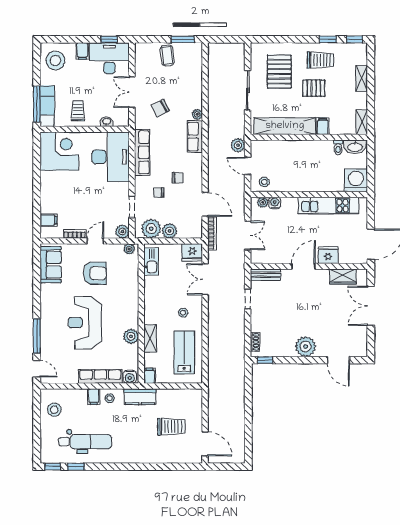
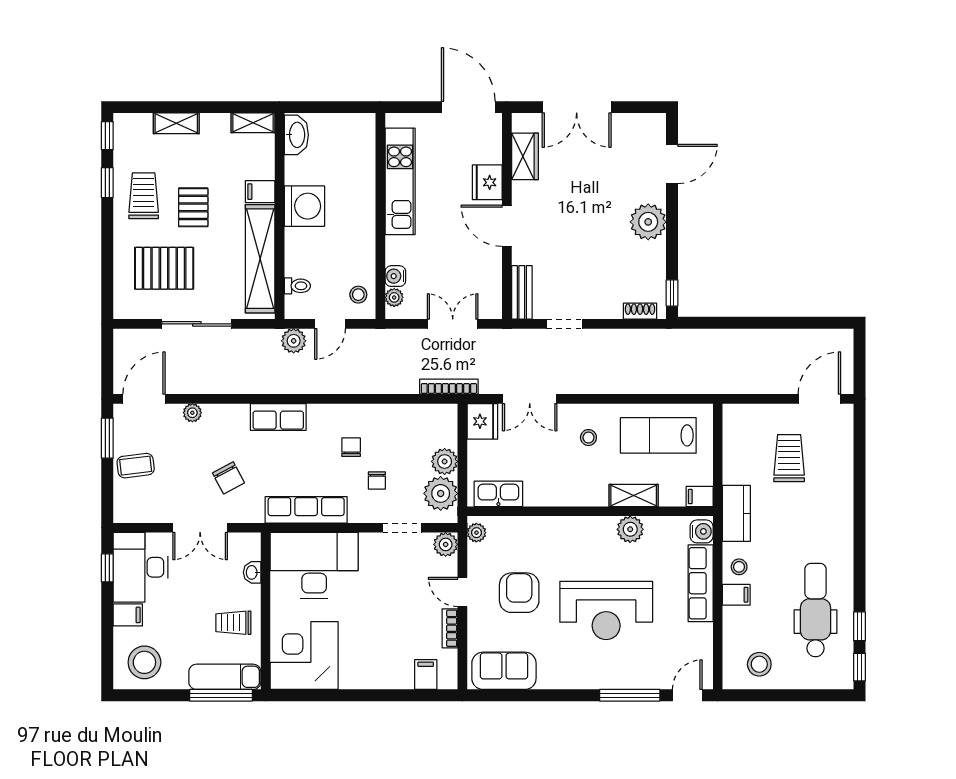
plant: (197, 114) -> (192, 413), moved
toilet: (338, 147) -> (297, 286), moved
washing machine: (356, 180) -> (304, 206), moved, turned 180
door: (205, 204) -> (144, 399), moved

